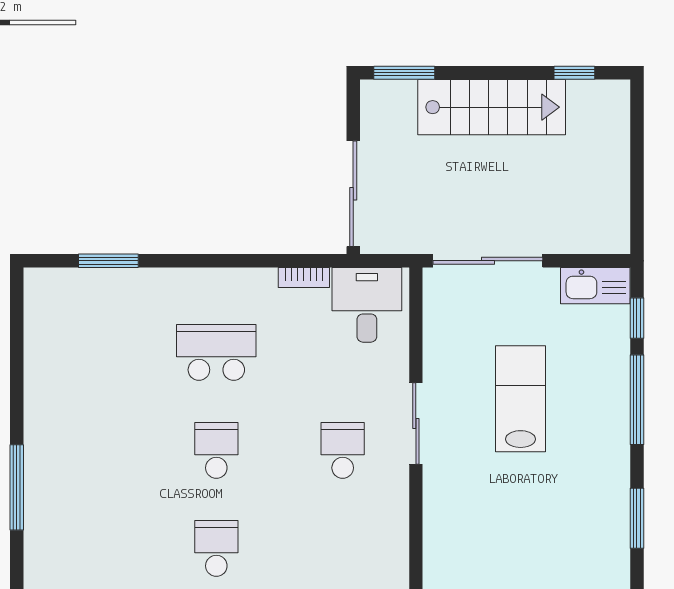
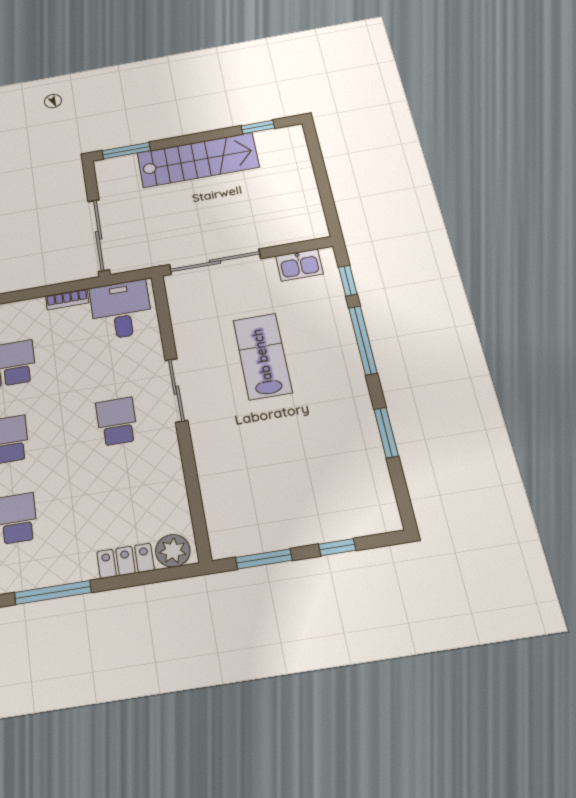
kitchen sink: (595, 286) -> (299, 265), width x0.73

